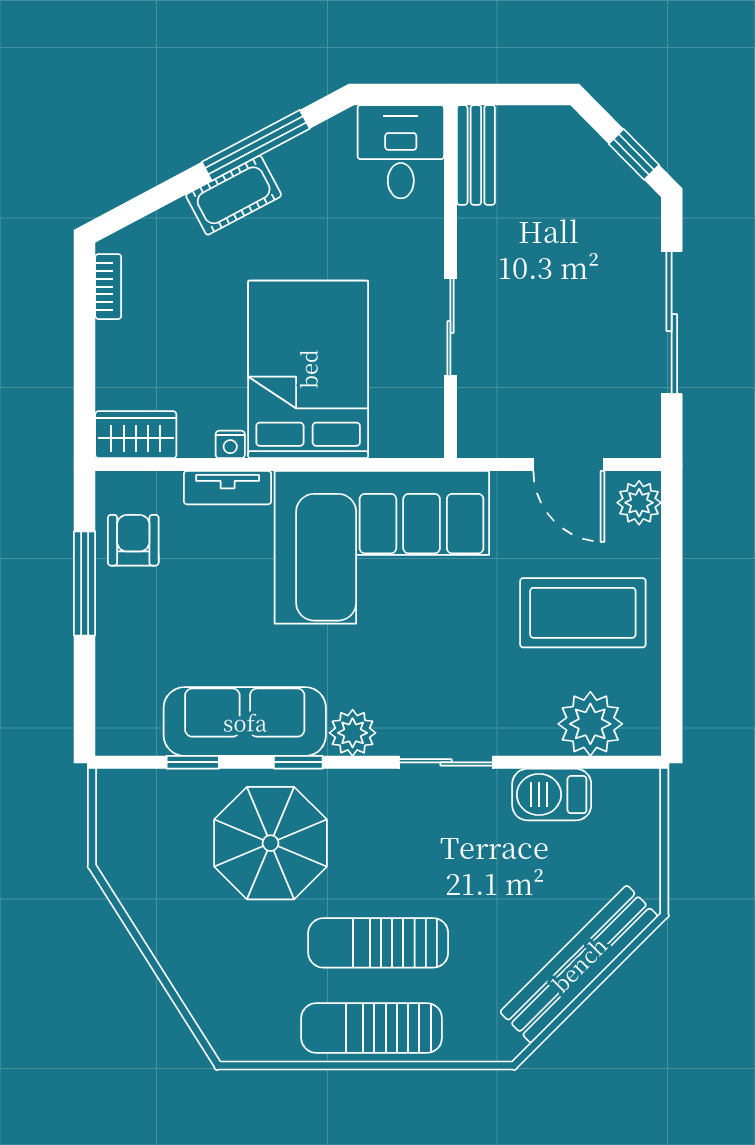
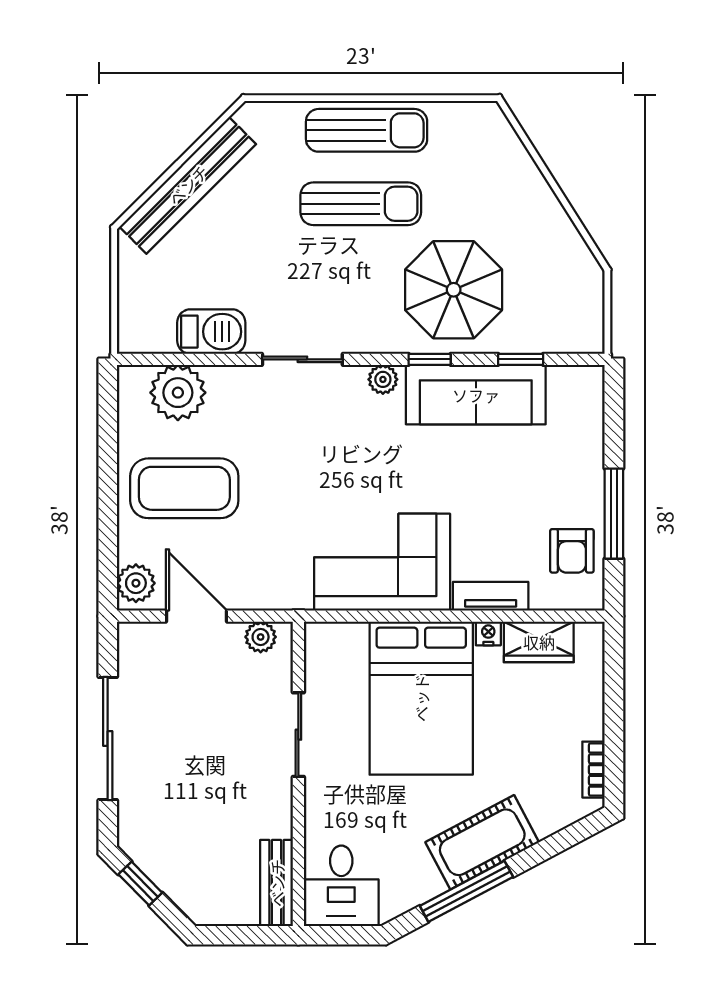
cot: (234, 195) -> (482, 842), width x1.37, depth x1.34
wardrobe: (136, 435) -> (539, 642), moved
plant: (494, 440) -> (261, 637), added
corner sofa: (382, 547) -> (382, 562), width x0.73, depth x0.74
plant: (353, 733) -> (383, 379), width x0.73, depth x0.73

